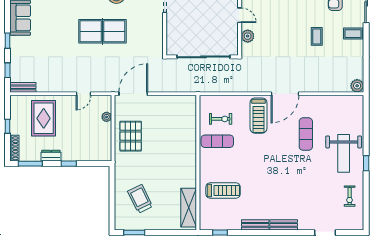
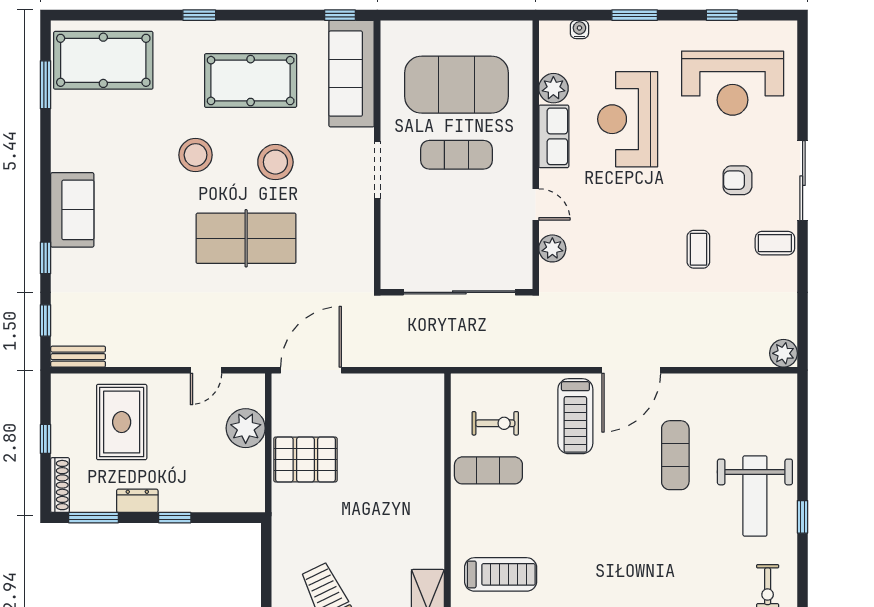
plant: (107, 117) -> (246, 428), width x1.88, depth x1.88
pallet: (131, 136) -> (305, 460), turned 90

